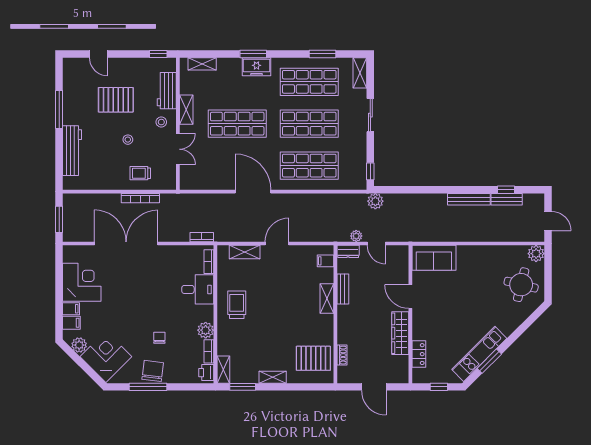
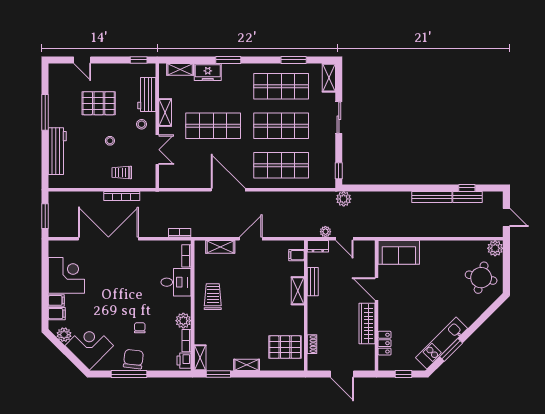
freezer: (256, 67) -> (208, 72), moved

